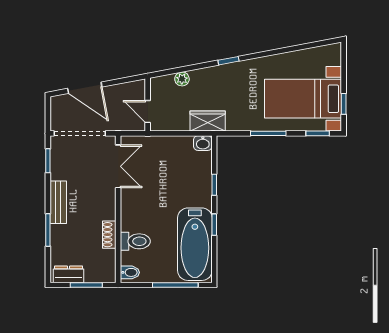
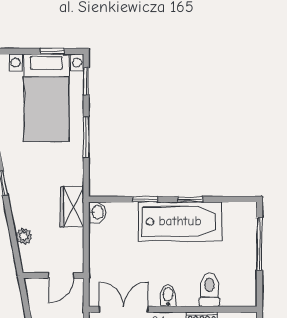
bathtub: (195, 244) -> (180, 221), moved
bidet: (130, 272) -> (168, 296), moved

